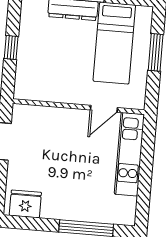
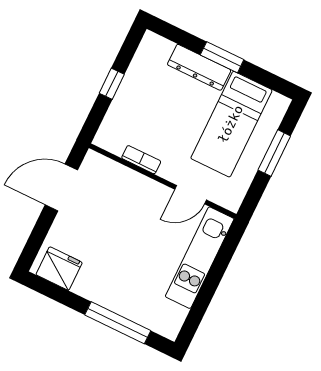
bookcase: (56, 97) -> (141, 160), added

